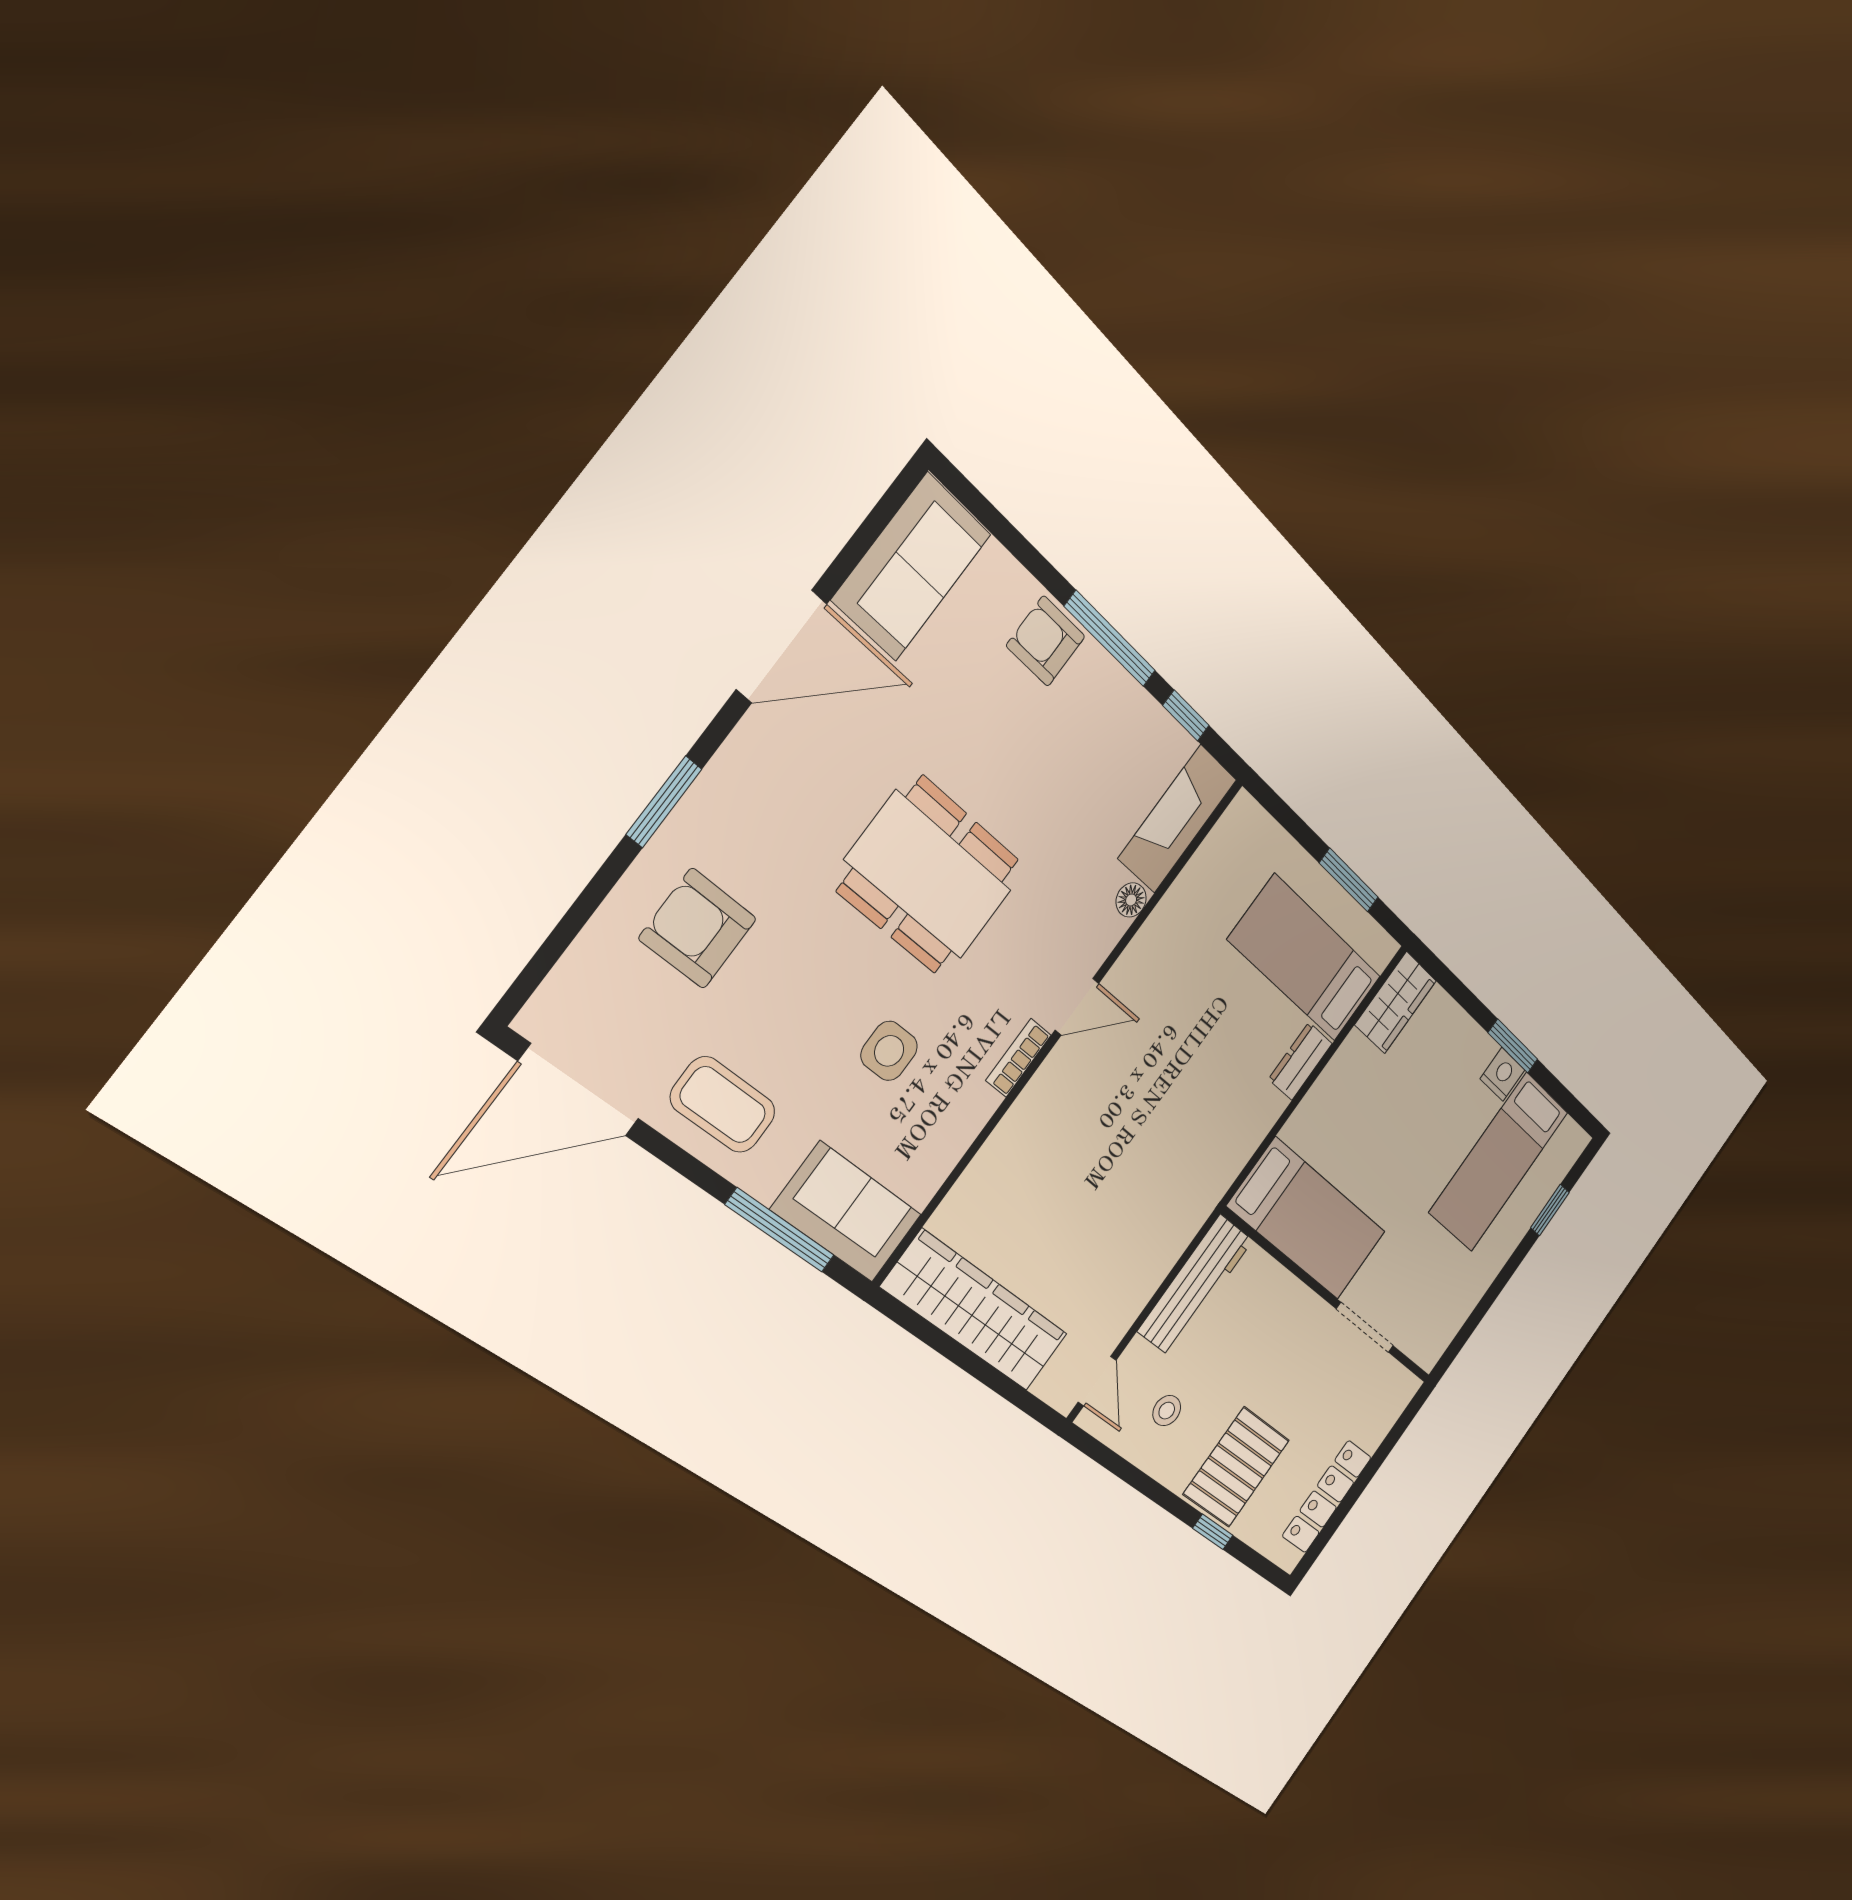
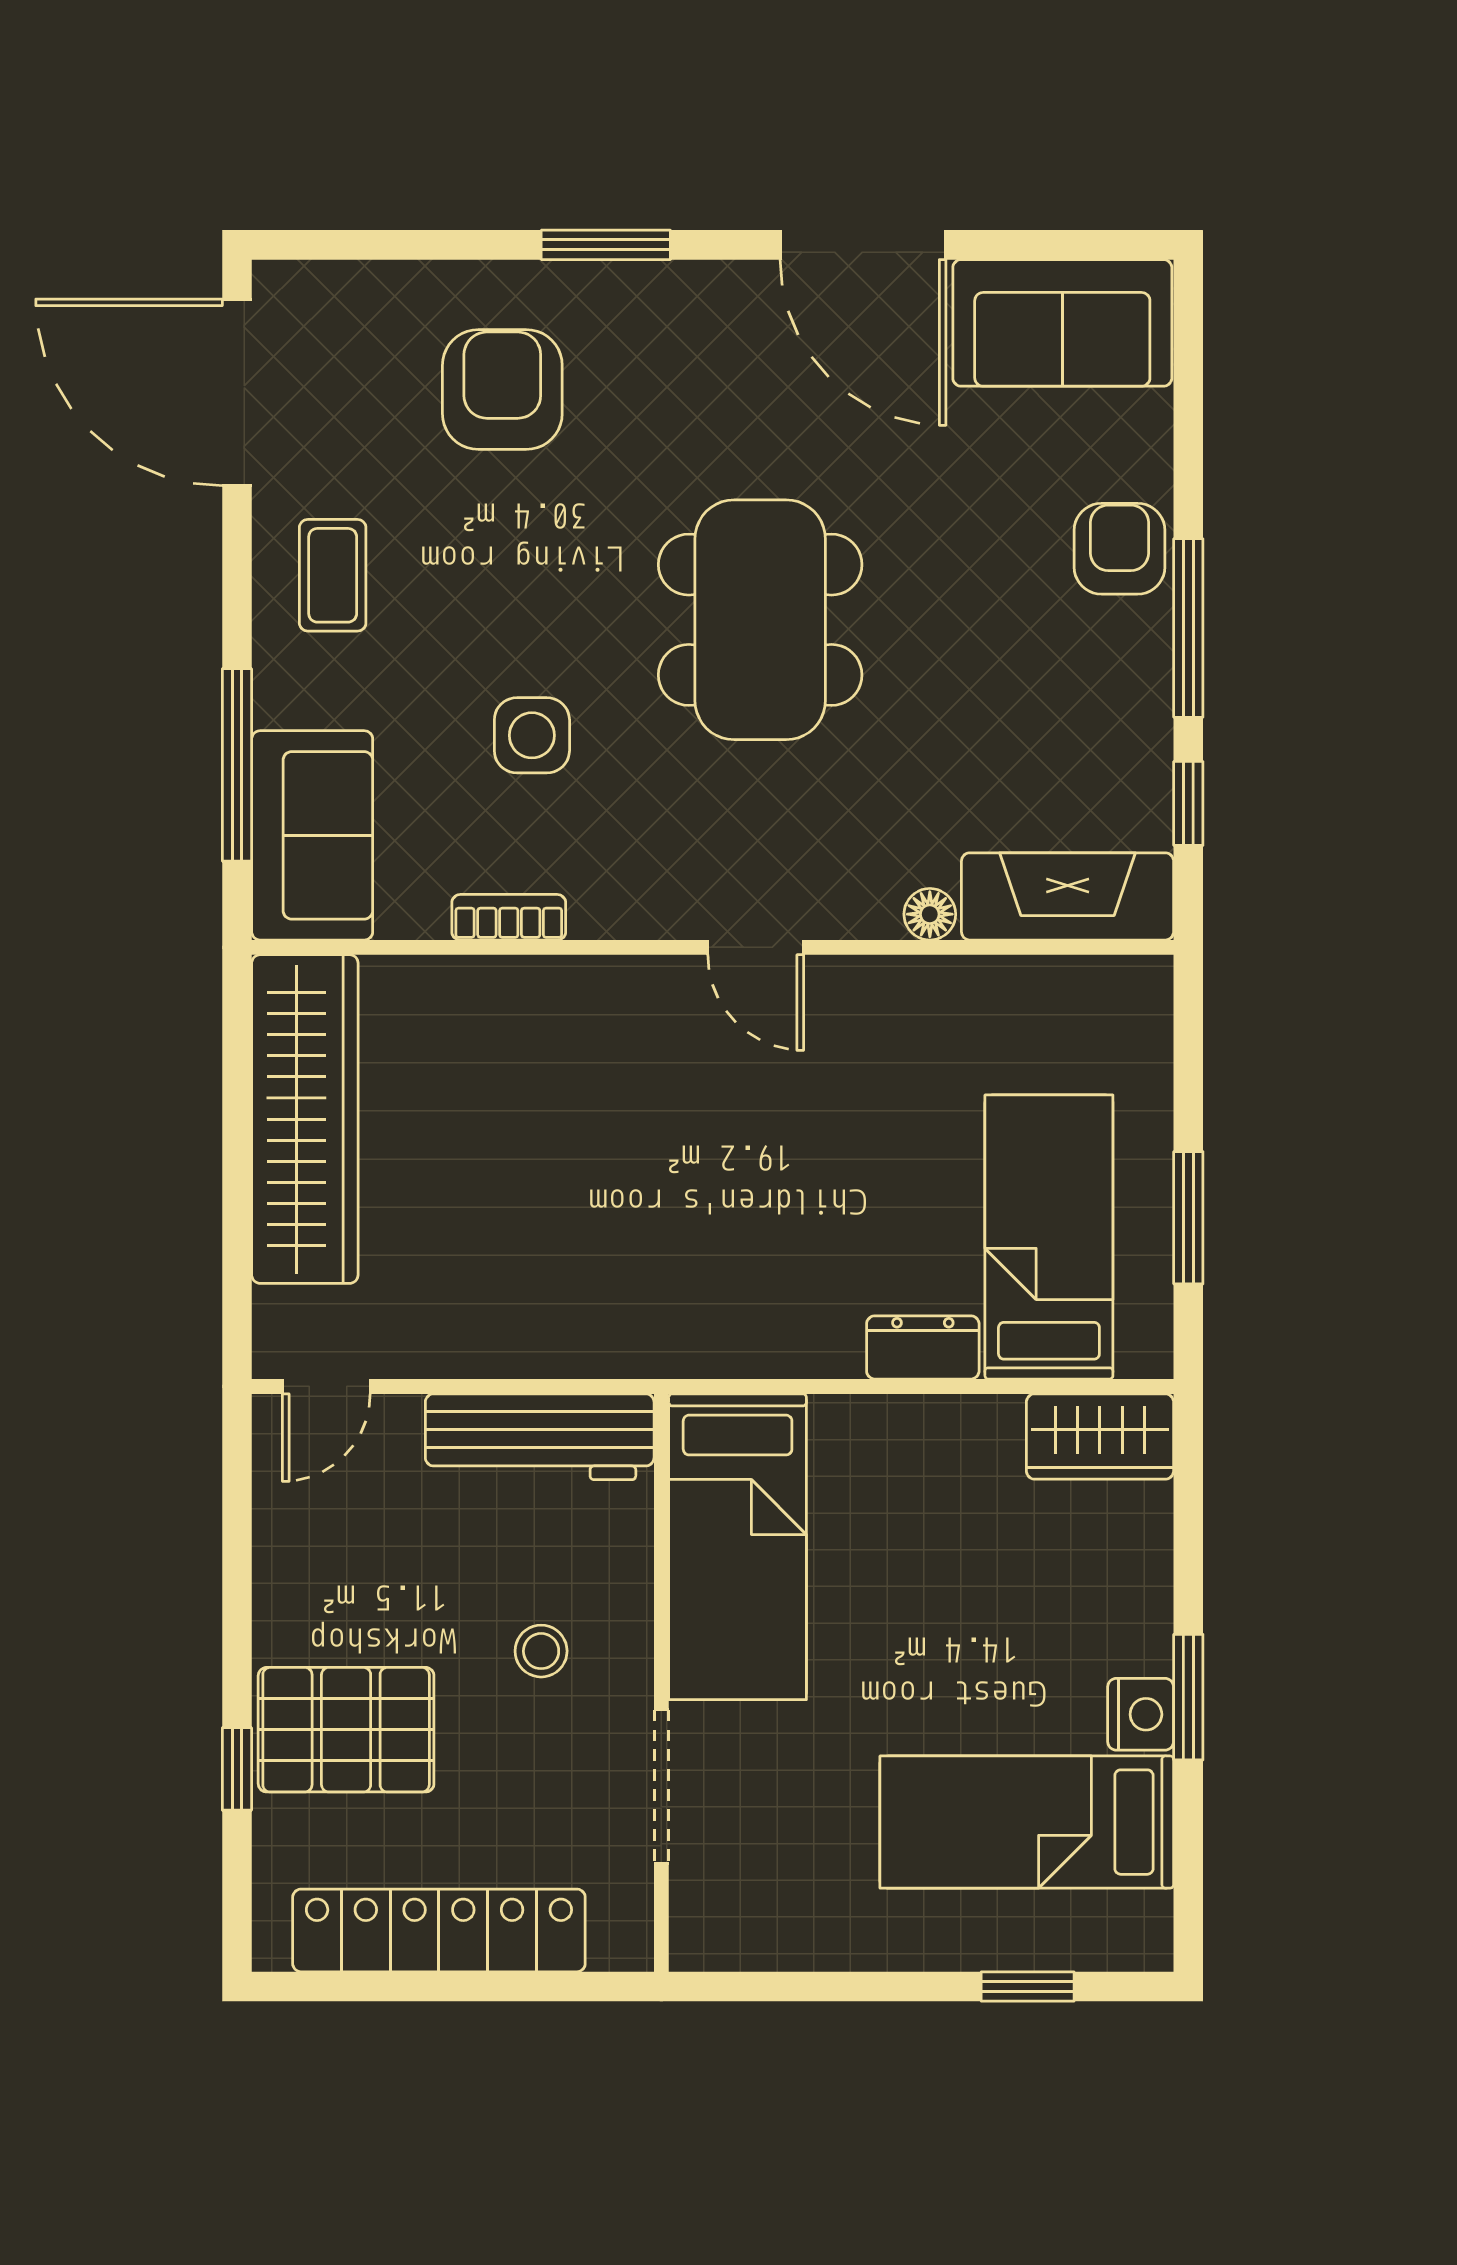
bookcase: (1019, 1058) -> (509, 917), moved
coffee table: (723, 1105) -> (333, 575), width x0.73, depth x0.77
stool: (1167, 1411) -> (541, 1651), moved
locker: (1327, 1497) -> (439, 1930), width x1.41, depth x1.21

